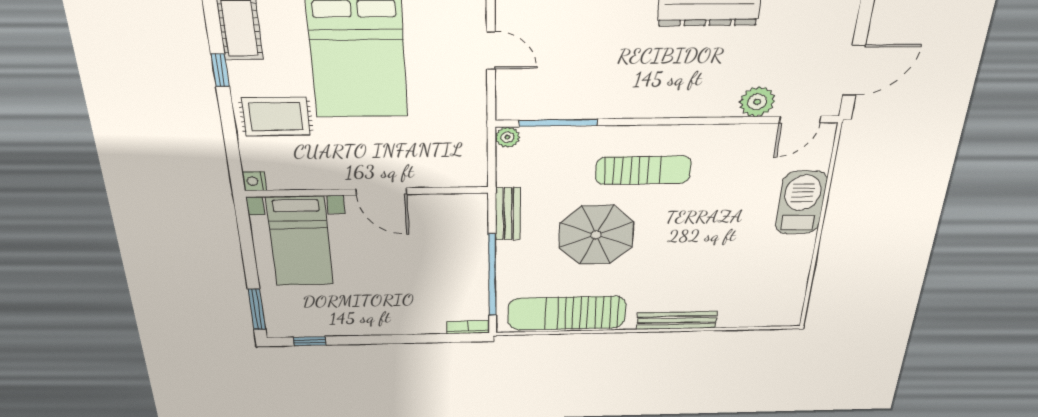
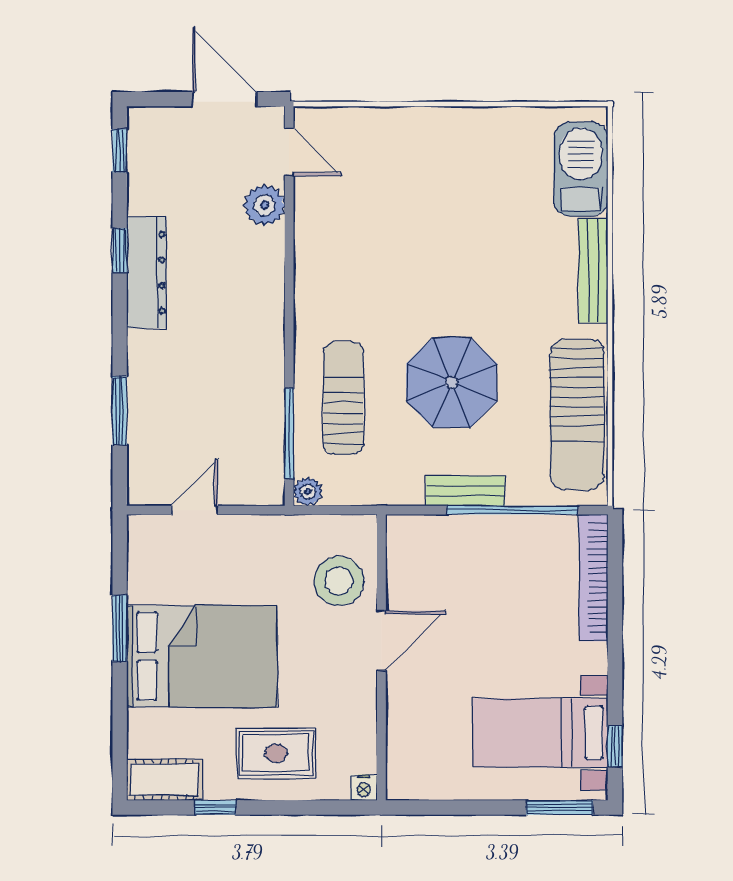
rug: (276, 117) -> (276, 753), turned 90
stool: (431, 161) -> (339, 581), added
sun lounger: (643, 170) -> (343, 398), moved
barbecue: (801, 203) -> (581, 169), moved, turned 90
bench: (508, 214) -> (465, 491), moved
bed with nightstands: (300, 241) -> (540, 733), moved, turned 180
bookcase: (468, 327) -> (593, 578), width x2.31, depth x1.31

